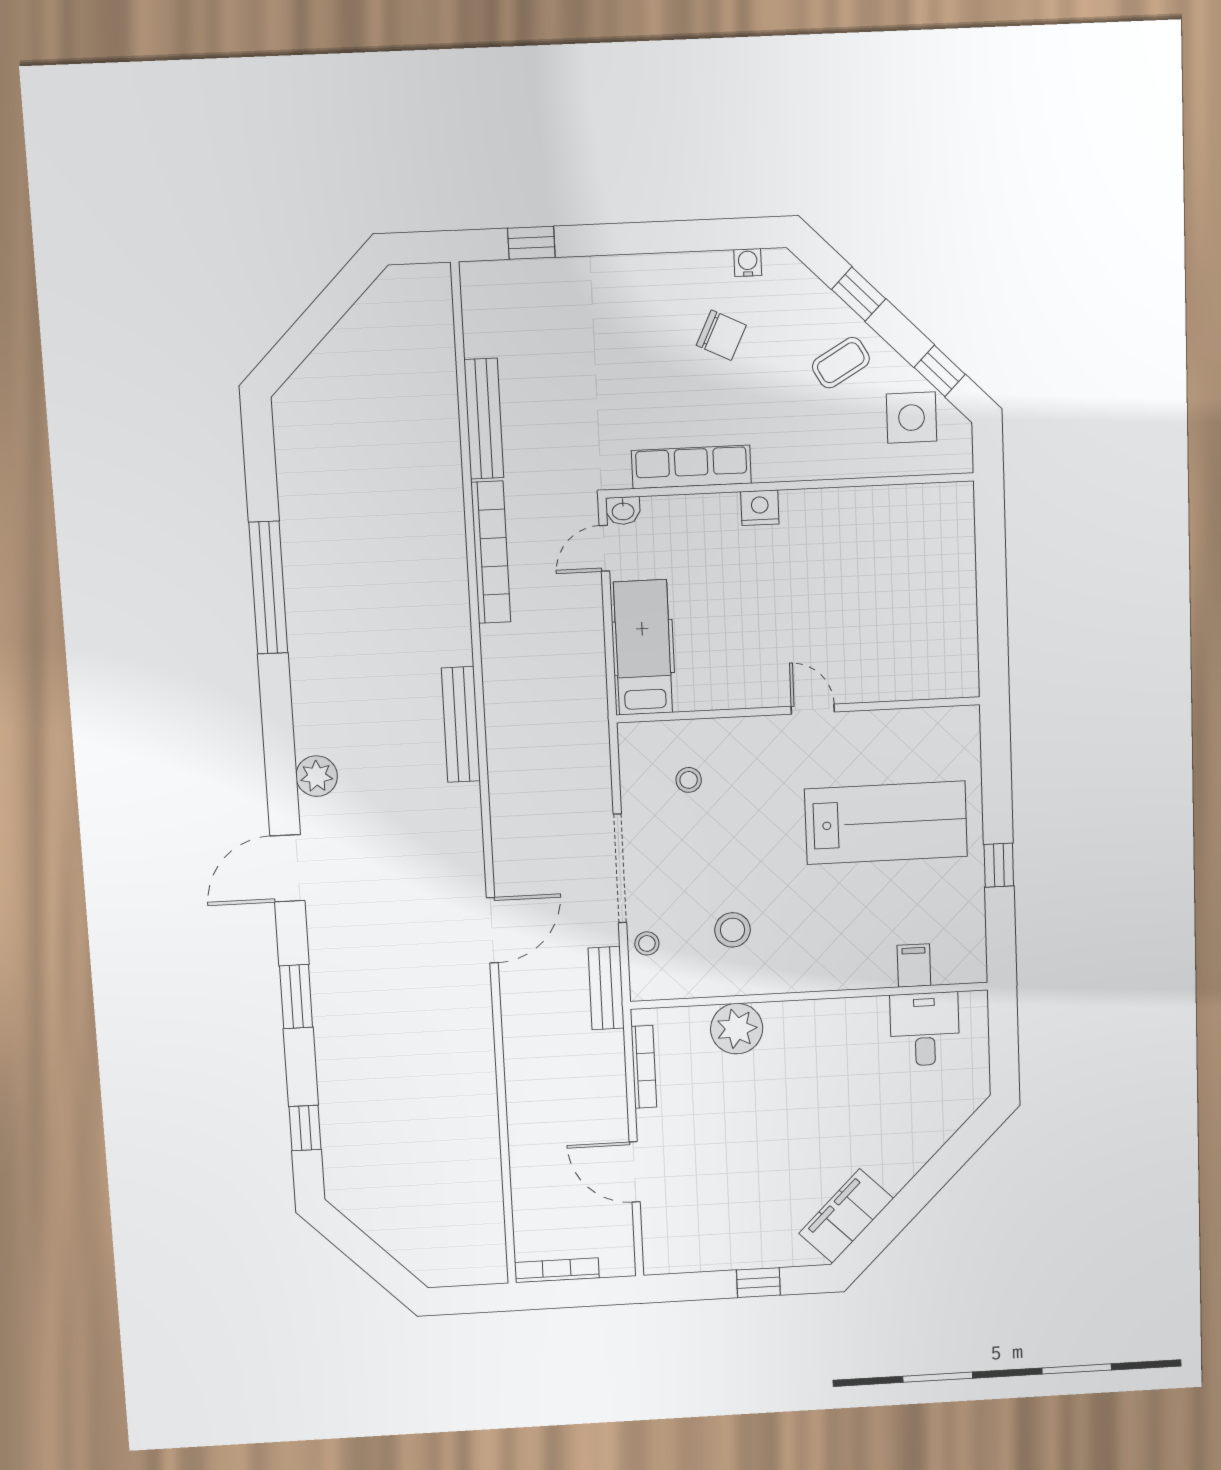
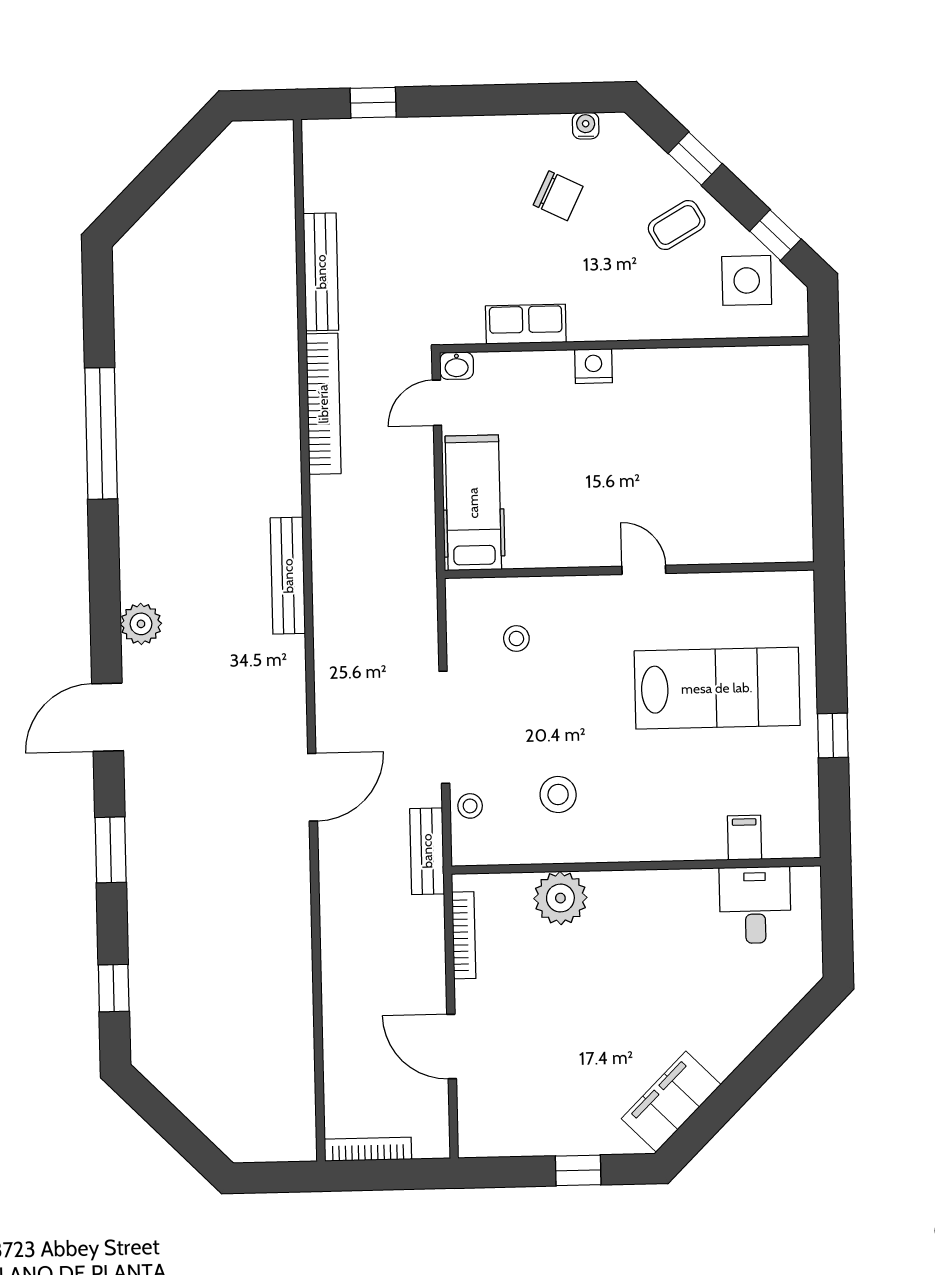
row of seats: (691, 467) -> (526, 324), width x0.68

